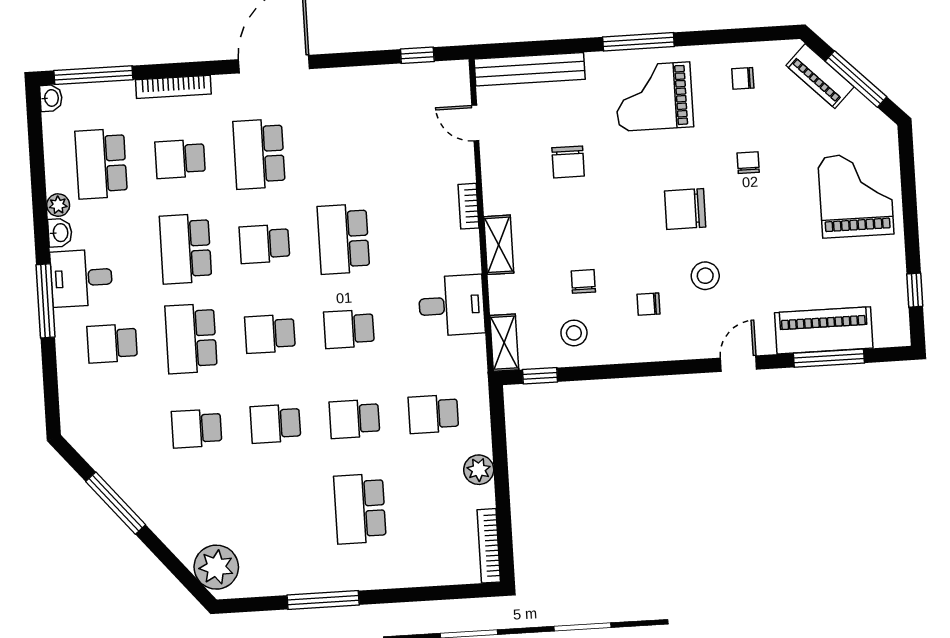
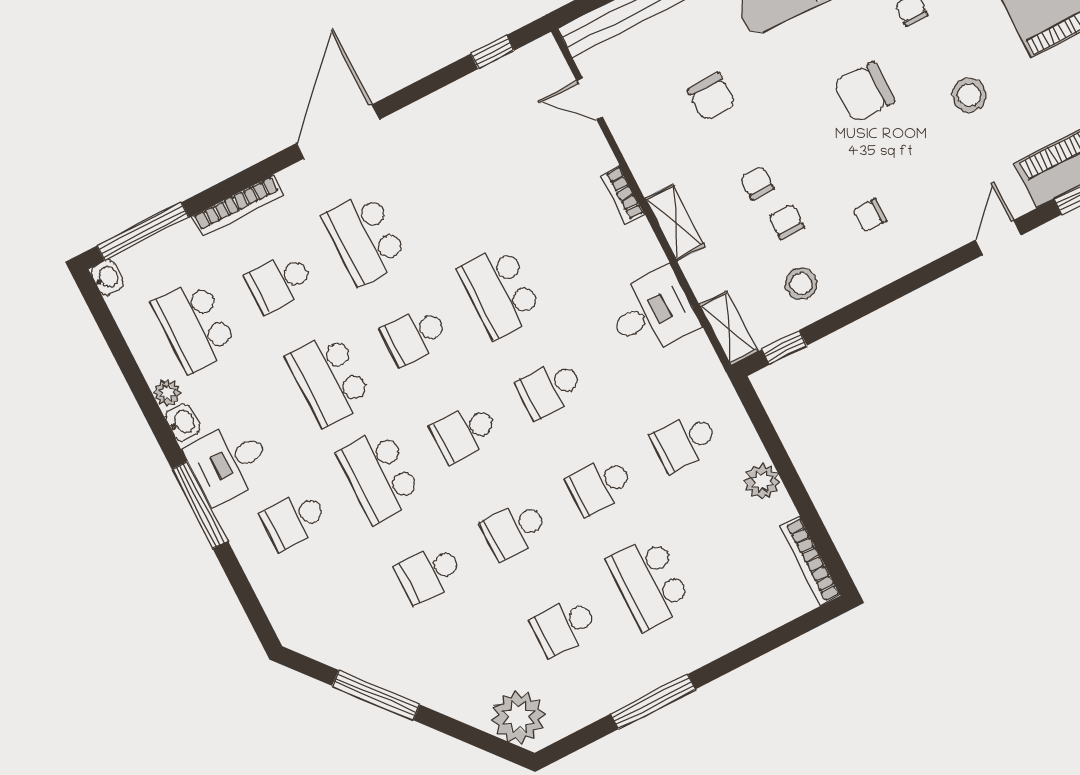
chair: (574, 242) -> (757, 183), added
stool: (705, 276) -> (969, 95), moved
school desk: (281, 514) -> (564, 626), added

